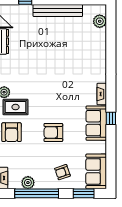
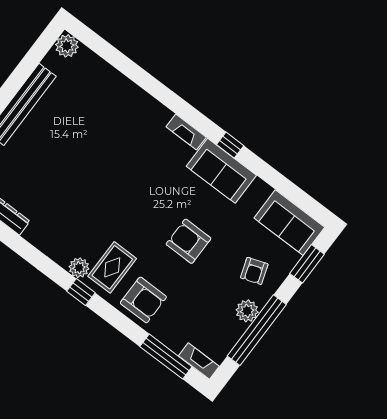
plant: (100, 21) -> (67, 46), moved
armchair: (53, 132) -> (189, 241), turned 90
plant: (28, 183) -> (247, 311), moved

